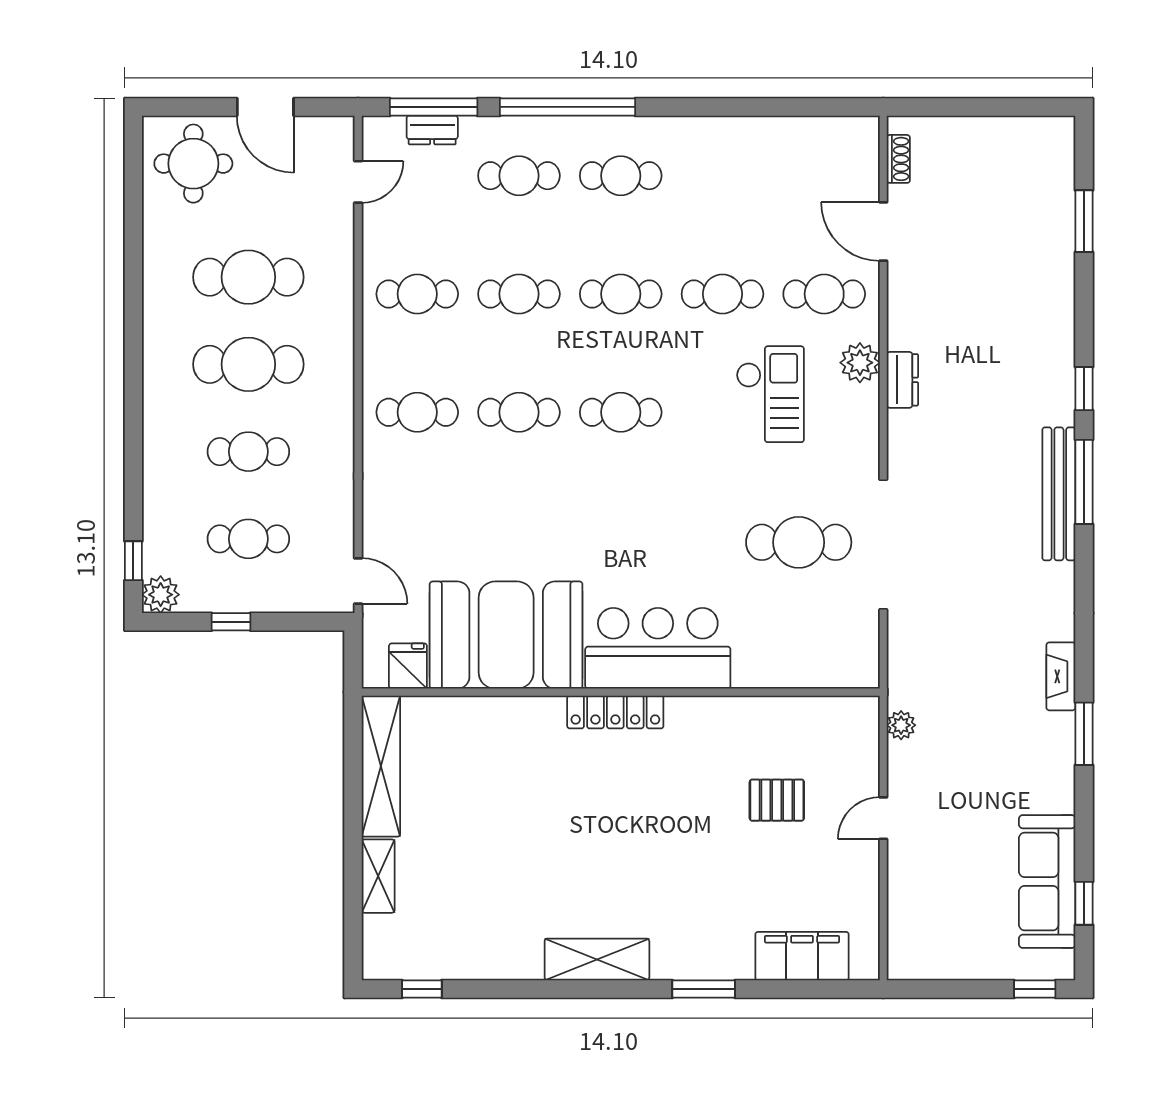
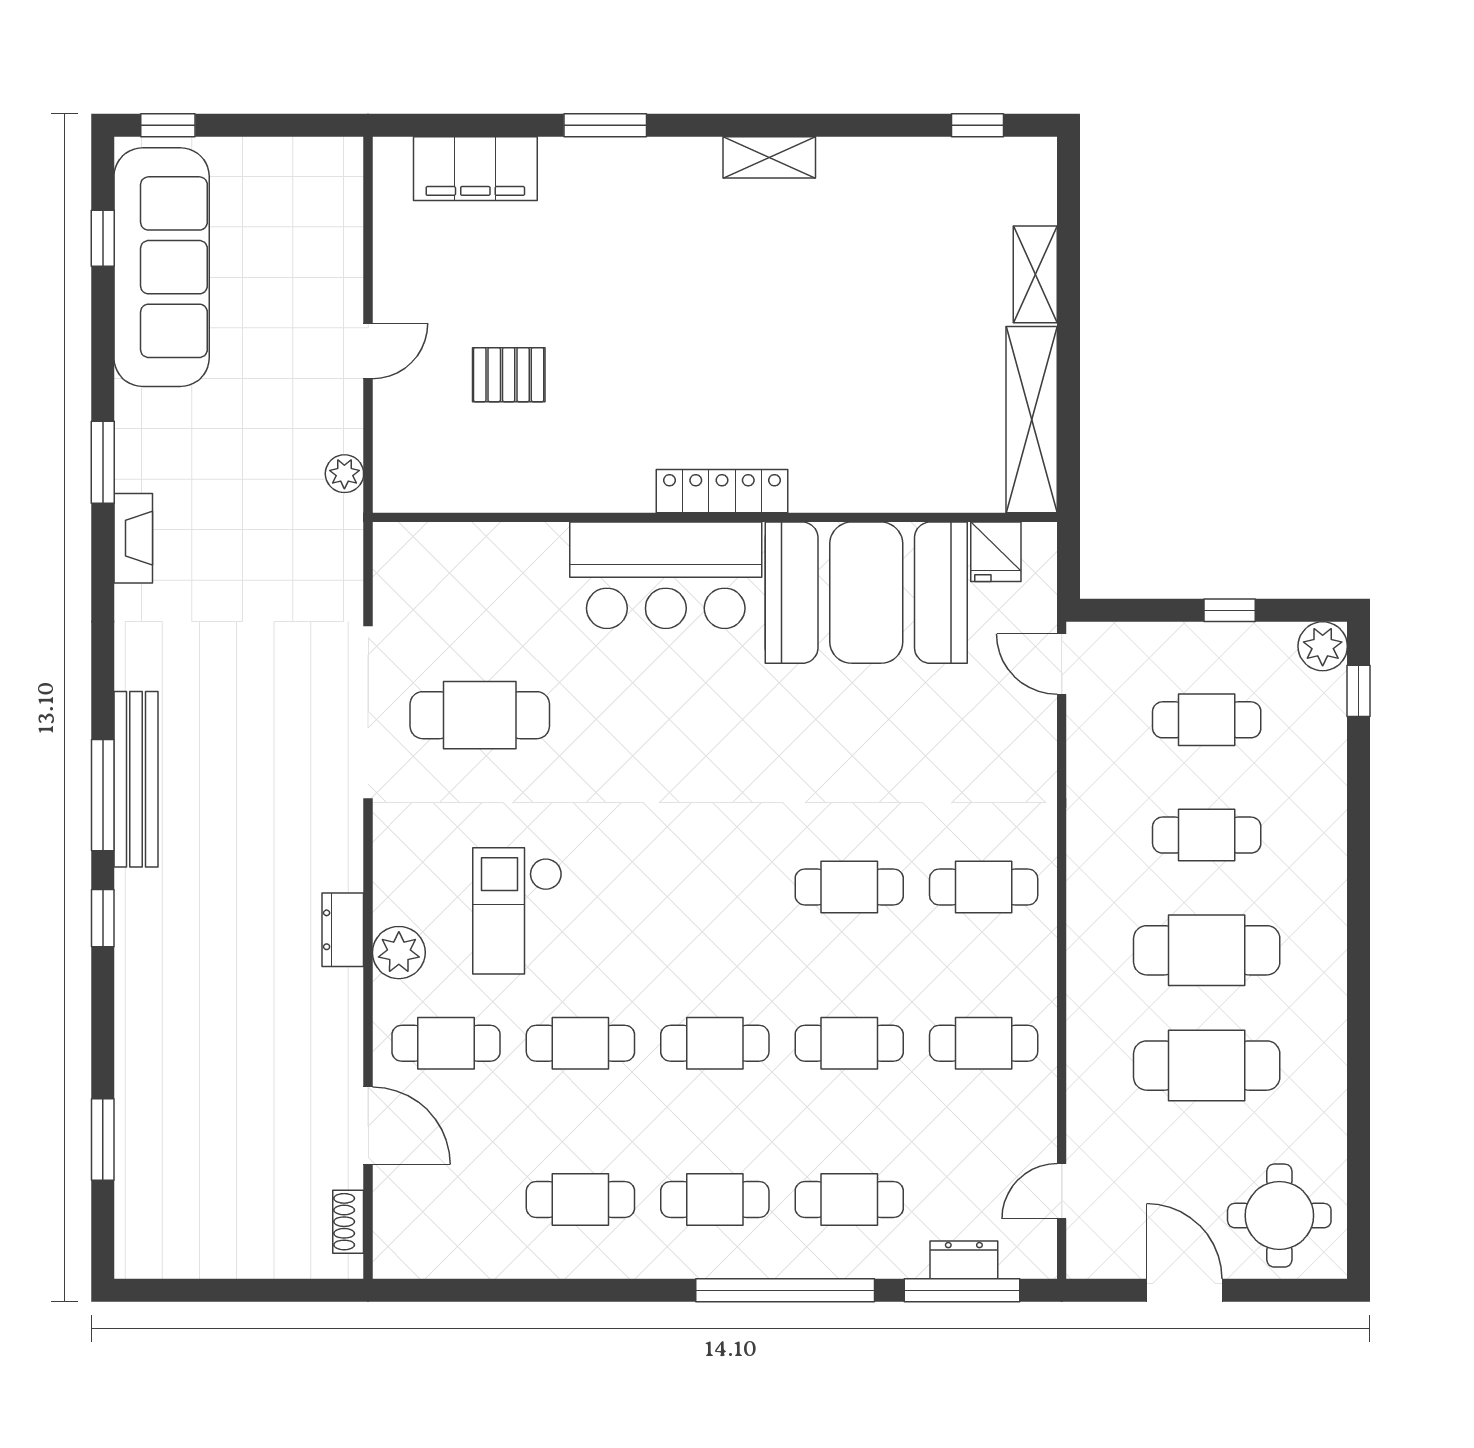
cafe table: (621, 412) -> (580, 1199), moved
sofa: (1047, 881) -> (162, 267), width x1.36, depth x1.27
shelving: (597, 959) -> (769, 157), width x0.67, depth x0.75

